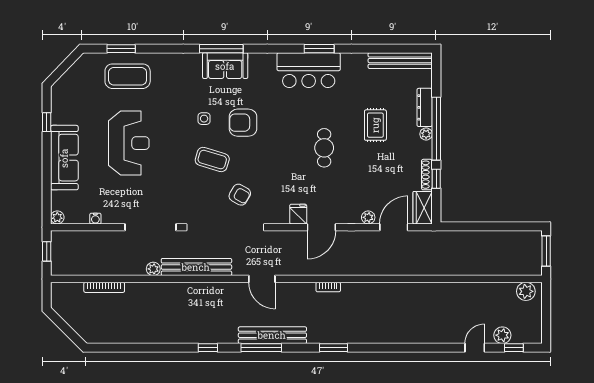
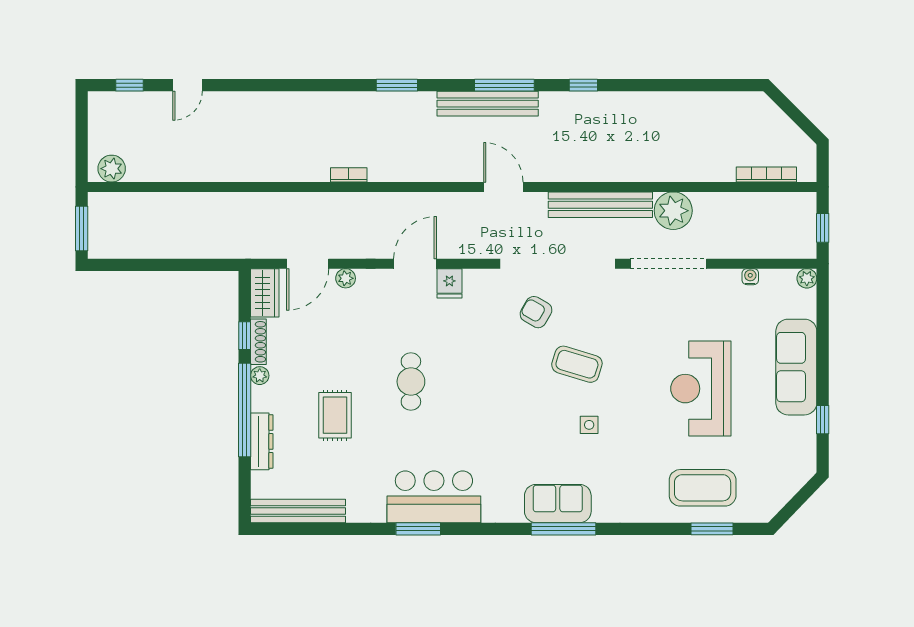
armchair: (243, 123) -> (531, 419), removed
plant: (426, 134) -> (260, 376), moved
plant: (153, 269) -> (673, 211), width x1.87, depth x1.87
bookcase: (104, 287) -> (766, 174), moved
bookcase: (328, 287) -> (349, 175), moved
plant: (502, 335) -> (147, 104), removed

